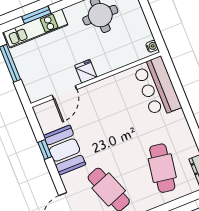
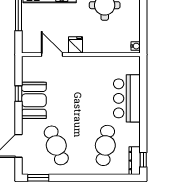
bar counter: (157, 87) -> (127, 98), moved
door: (64, 92) -> (52, 55), swing flipped

